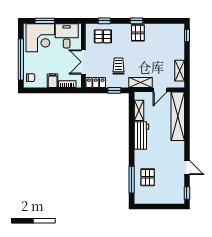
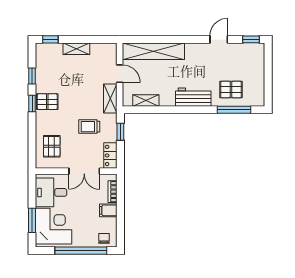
window: (104, 21) -> (32, 76), moved
shelving: (180, 71) -> (76, 49), moved
workbench: (142, 135) -> (193, 97), moved

